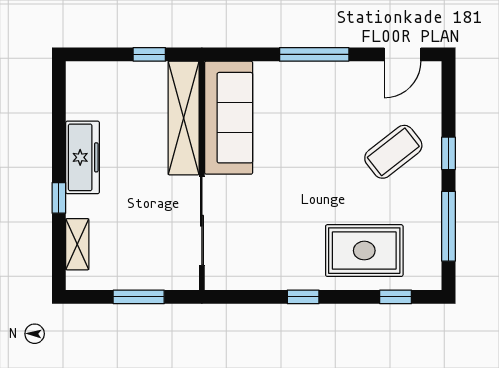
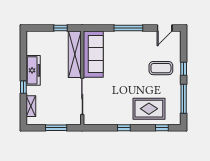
coffee table: (393, 152) -> (161, 68), turned 38

